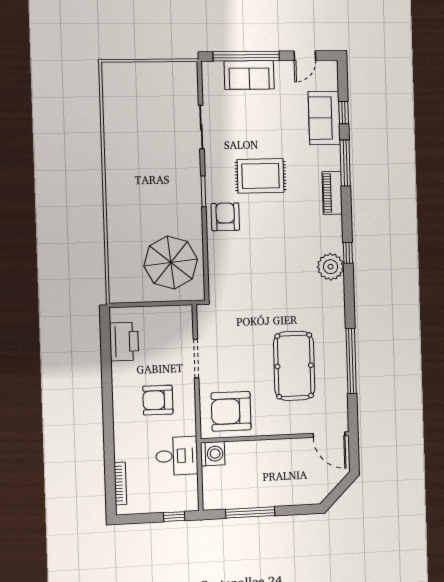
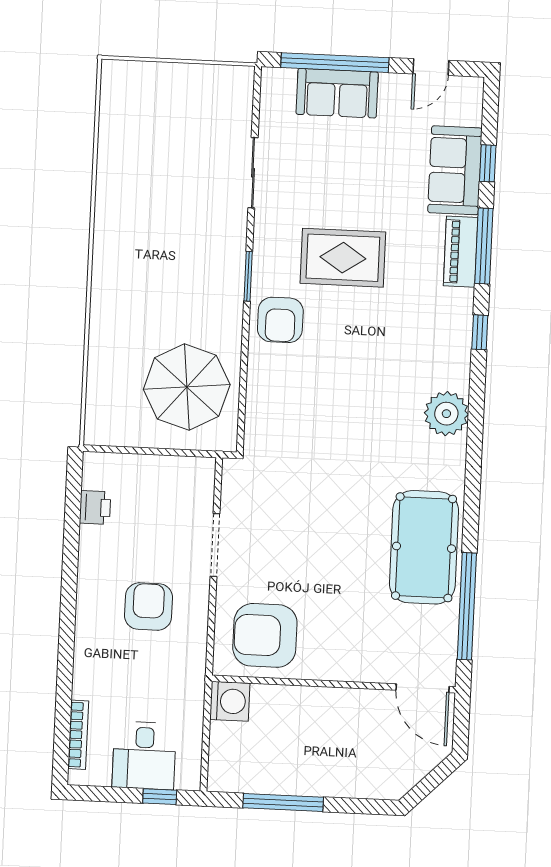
piano: (332, 193) -> (461, 252), moved
armchair: (225, 217) -> (280, 320), turned 180
window: (348, 253) -> (480, 332), moved
printer: (124, 342) -> (95, 507), width x0.53, depth x0.68
window: (351, 361) -> (467, 606), moved
pool table: (294, 366) -> (424, 547), moved
armchair: (158, 400) -> (148, 606), turned 90
desk: (177, 456) -> (144, 755), moved, turned 90

